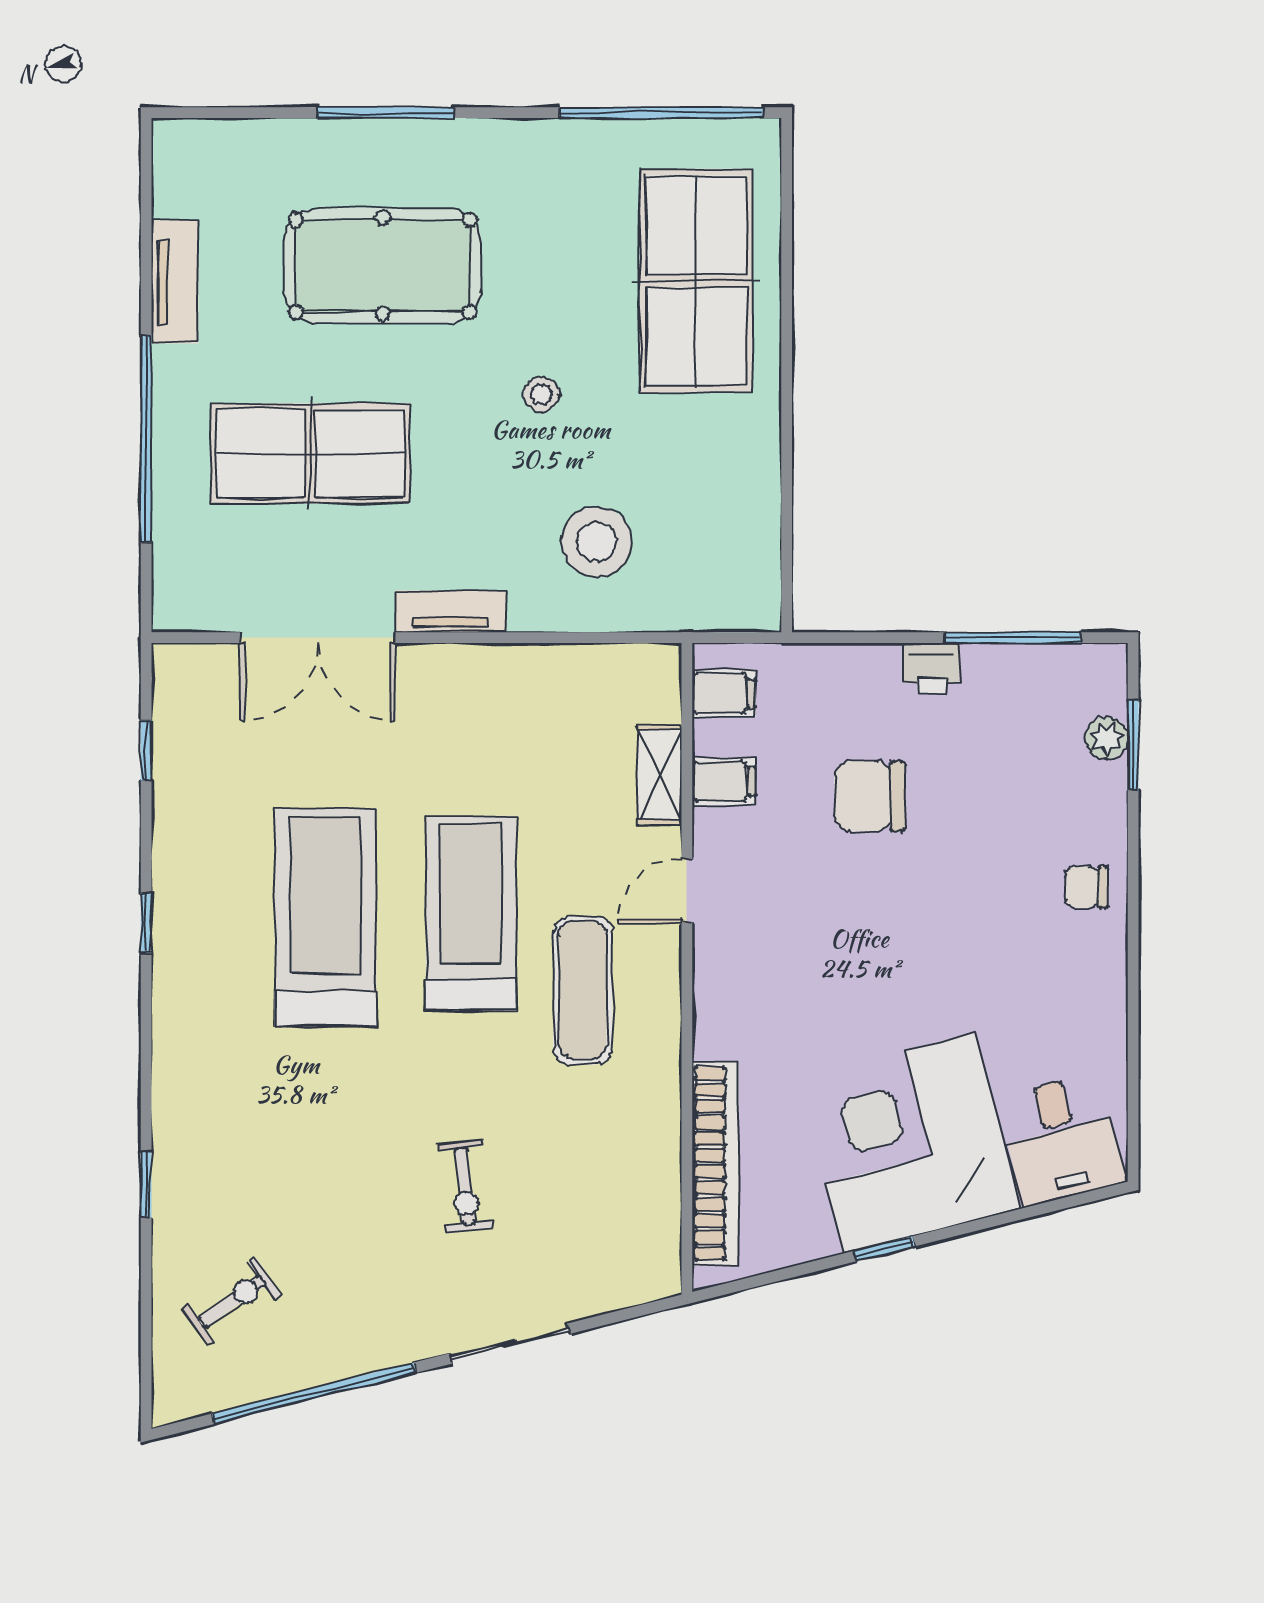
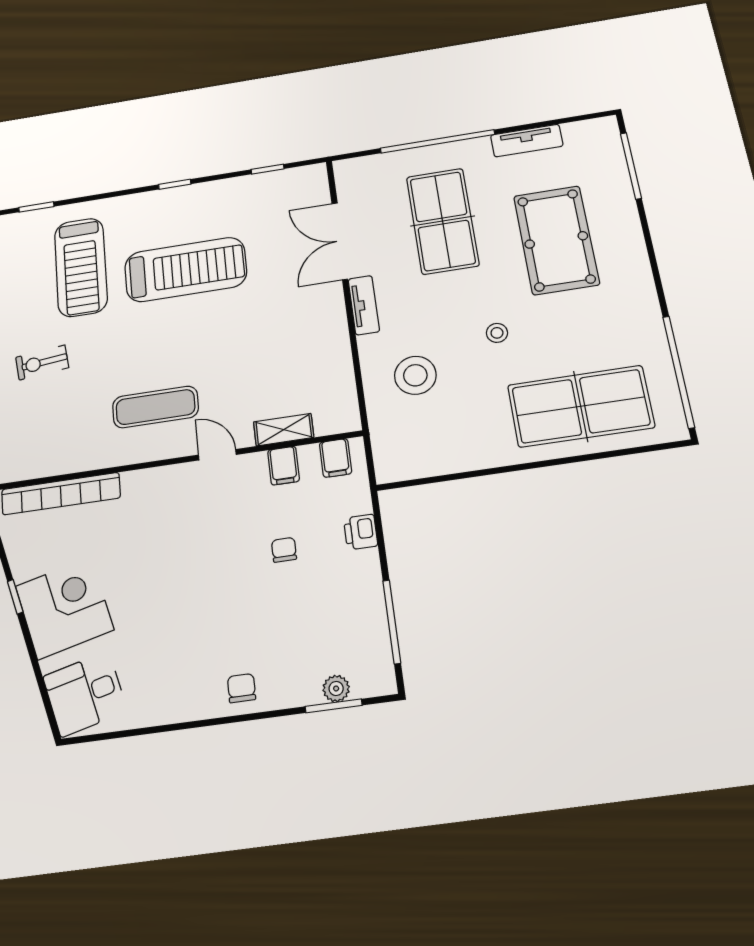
window: (385, 113) -> (631, 166), moved
printer: (932, 668) -> (361, 532), moved
chair: (870, 796) -> (284, 550), width x0.54, depth x0.54
treadmill: (471, 913) -> (81, 267), moved, turned 90
corner desk: (909, 1143) -> (64, 608), width x0.74, depth x0.74

